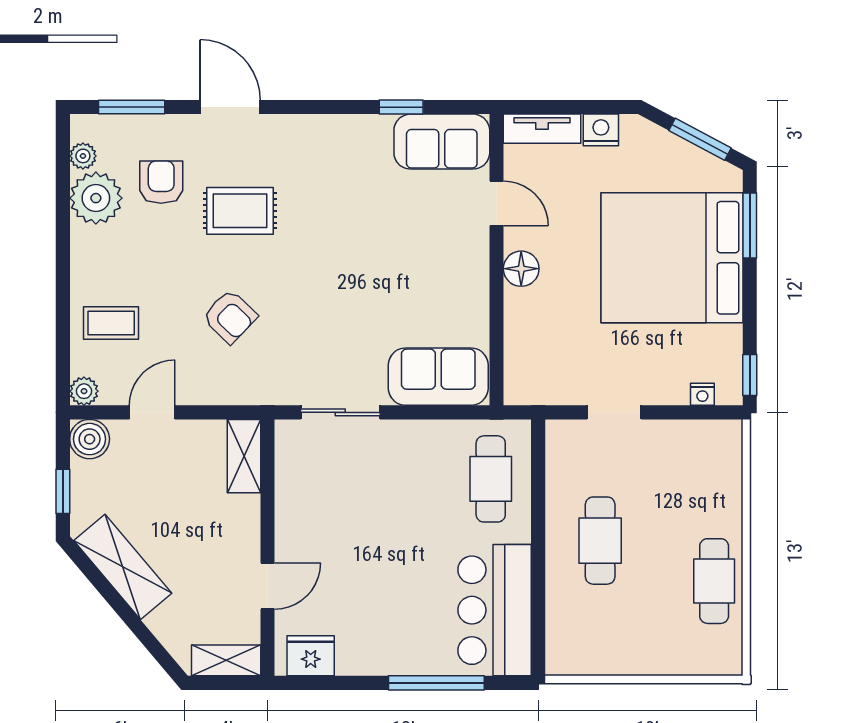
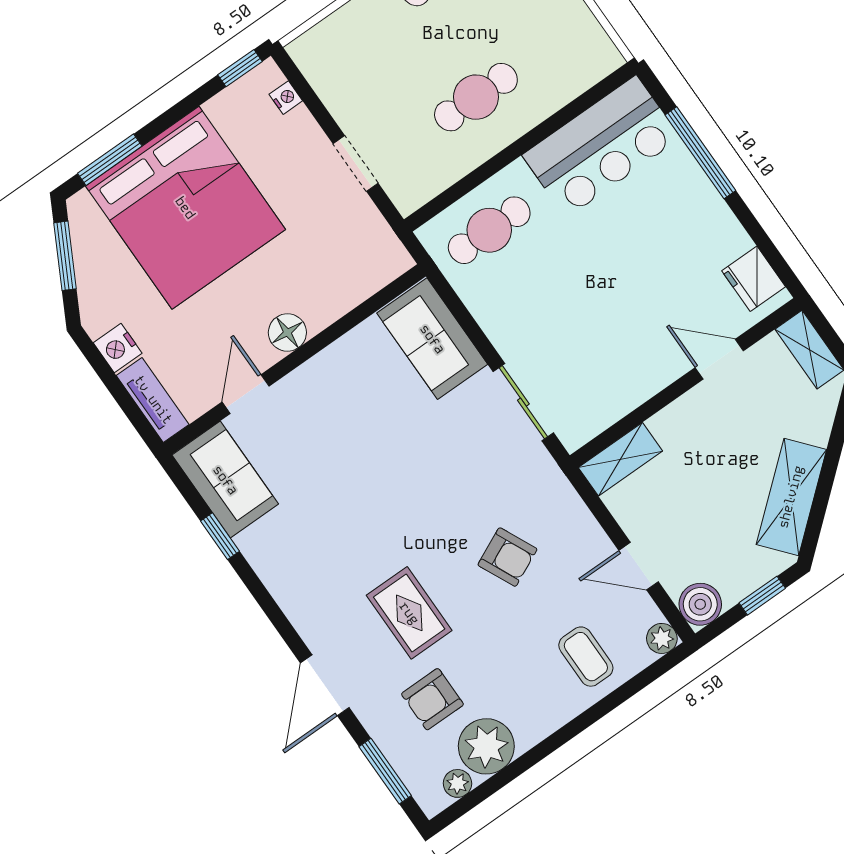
armchair: (230, 317) -> (507, 557), turned 111

